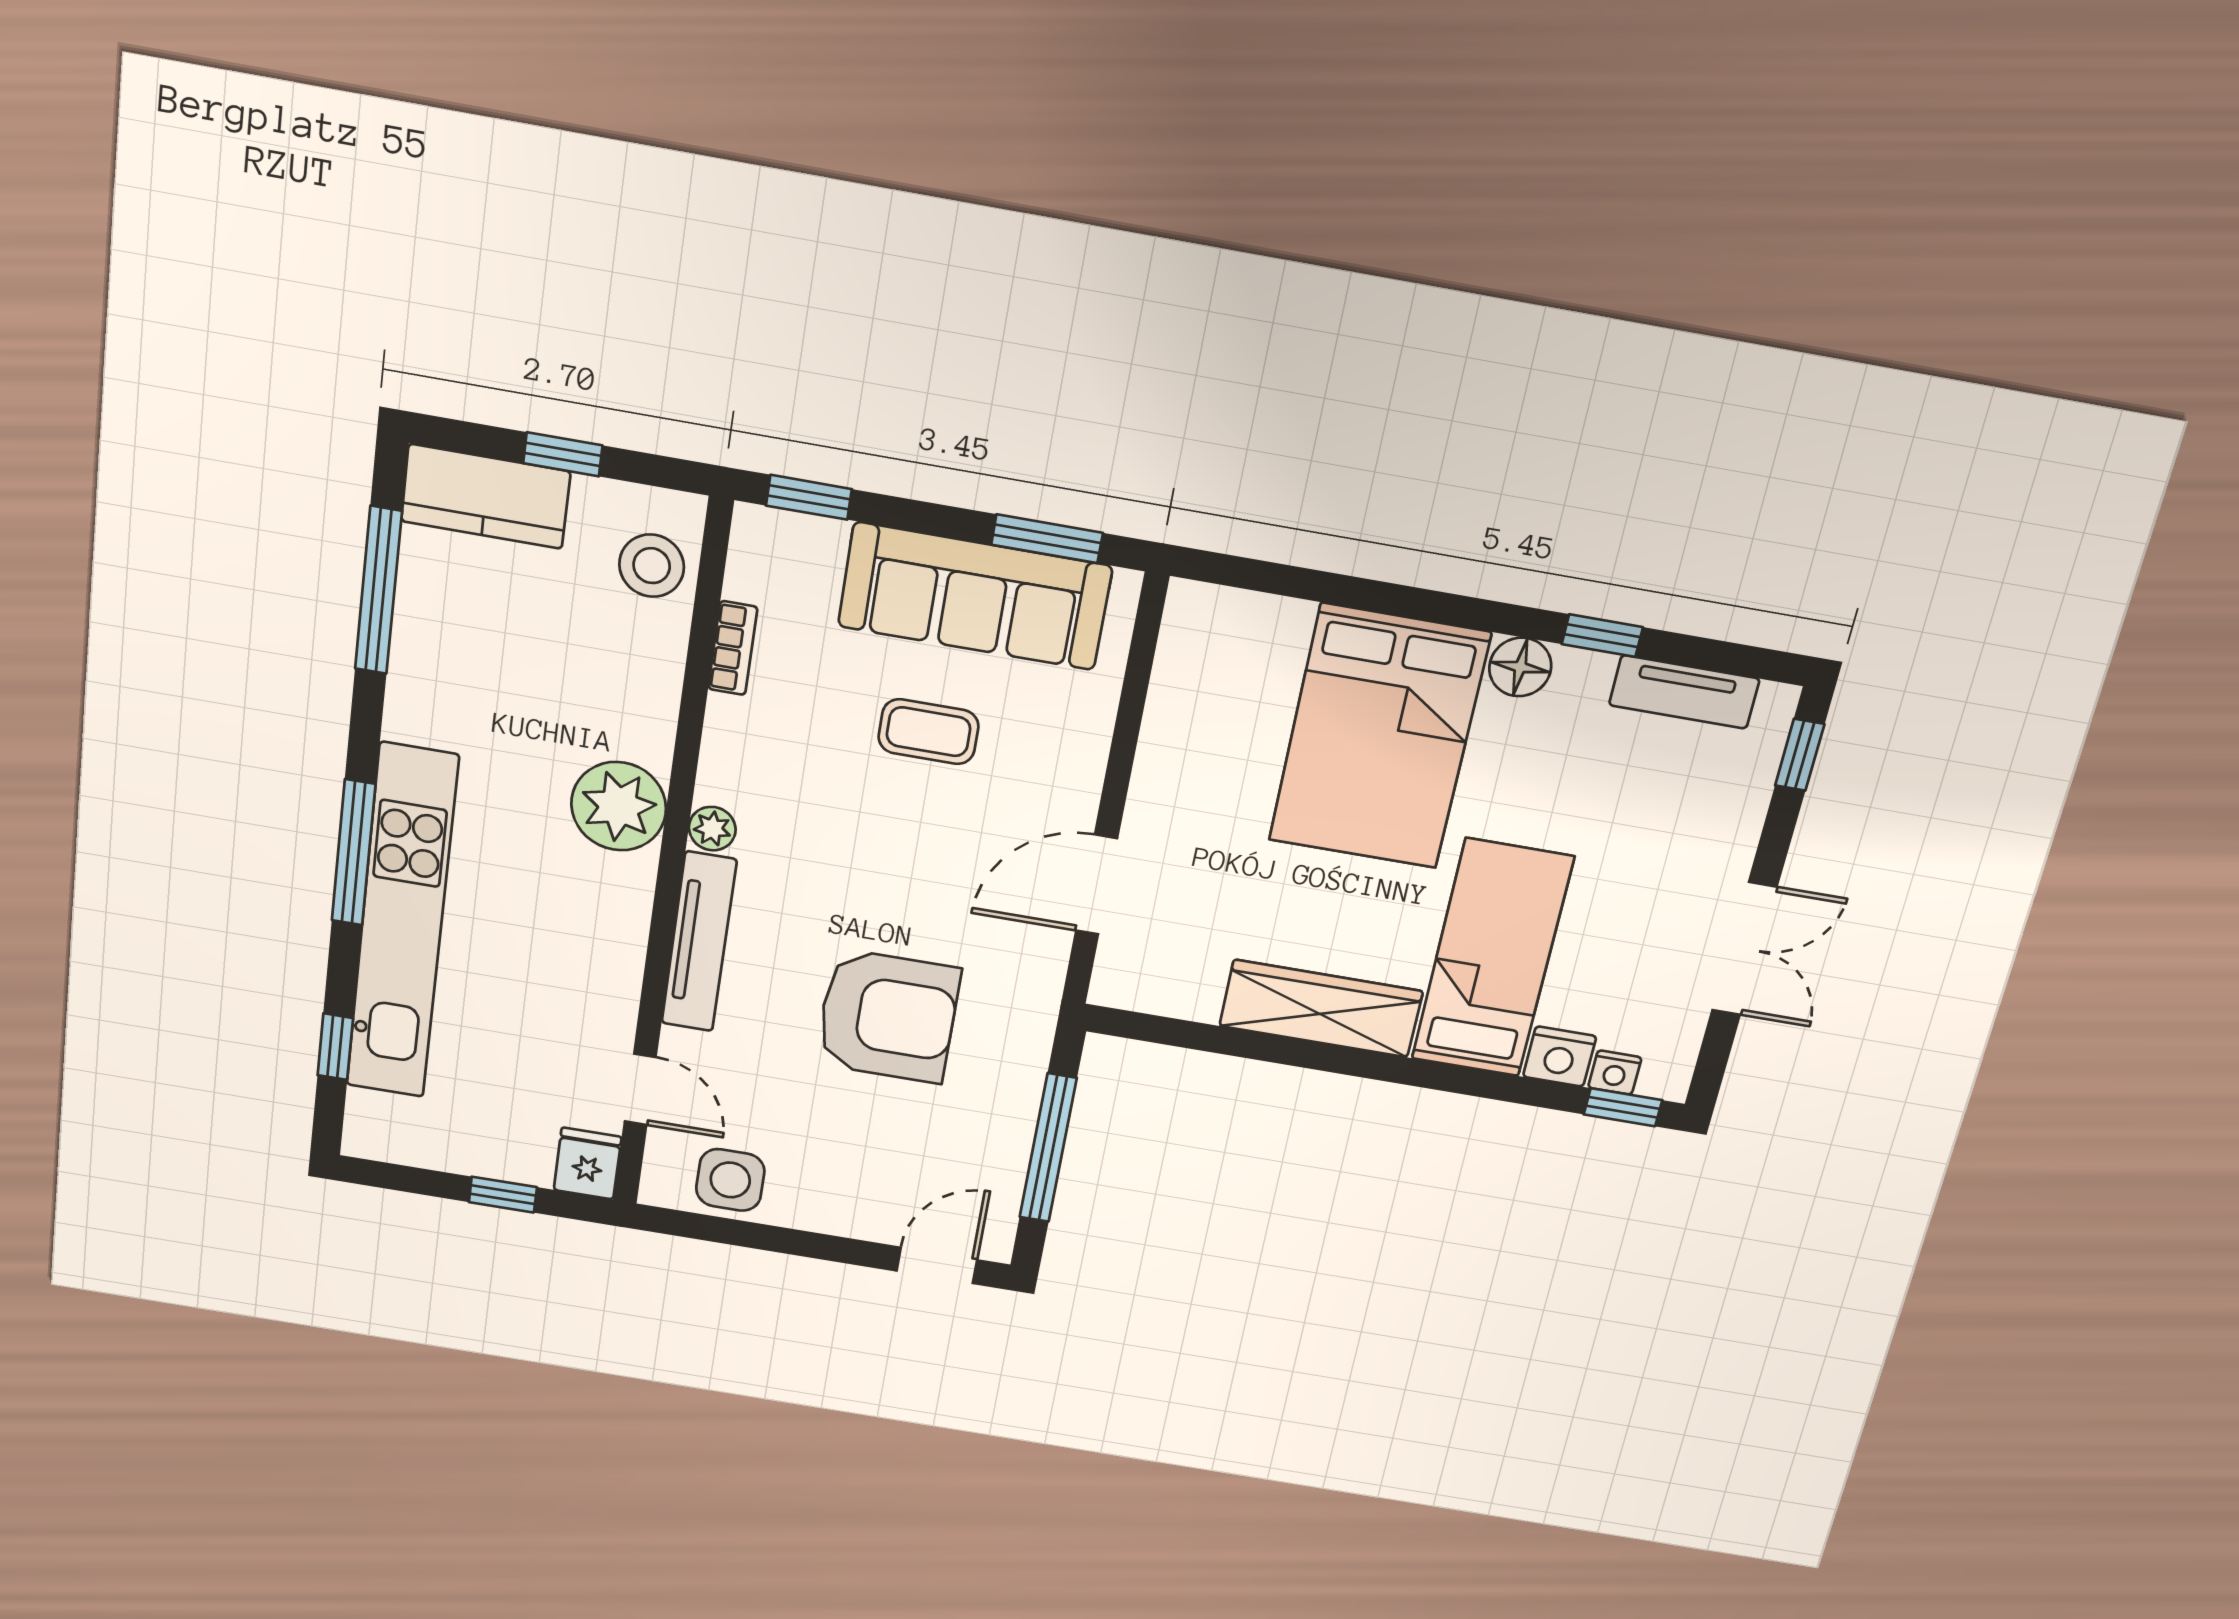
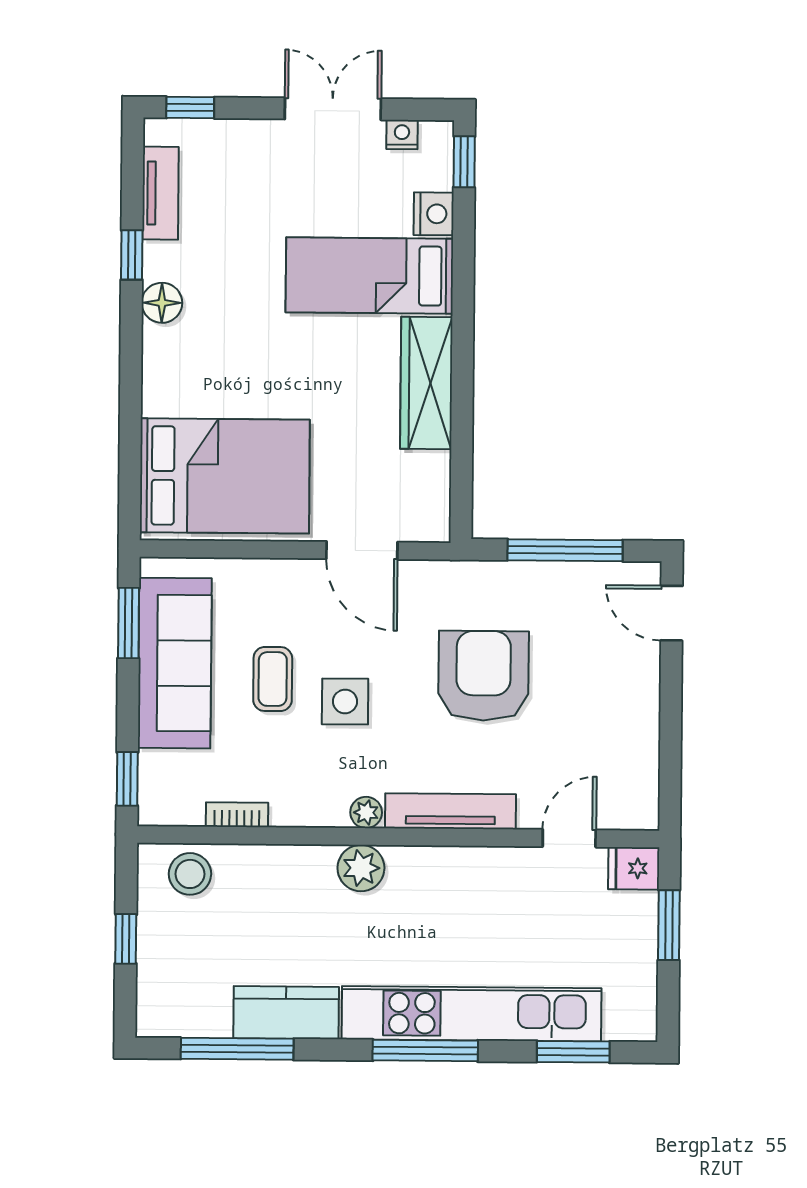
kitchen counter: (486, 496) -> (286, 1013), moved, turned -90
bed: (1379, 737) -> (225, 476), moved
plant: (619, 806) -> (361, 868), width x0.73, depth x0.73
window: (335, 1047) -> (573, 1052), width x1.50
nightstand: (1615, 1072) -> (402, 134), moved, turned -90
side table: (730, 1180) -> (345, 701), moved
window: (503, 1195) -> (669, 925), width x1.50

